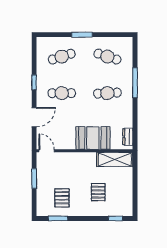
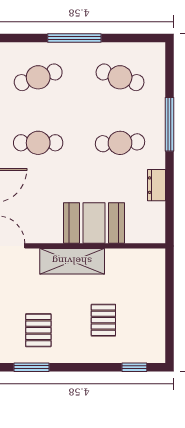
window: (82, 35) -> (74, 38), width x1.44
dresser: (128, 137) -> (156, 185), moved
shelving: (115, 159) -> (72, 261), moved

